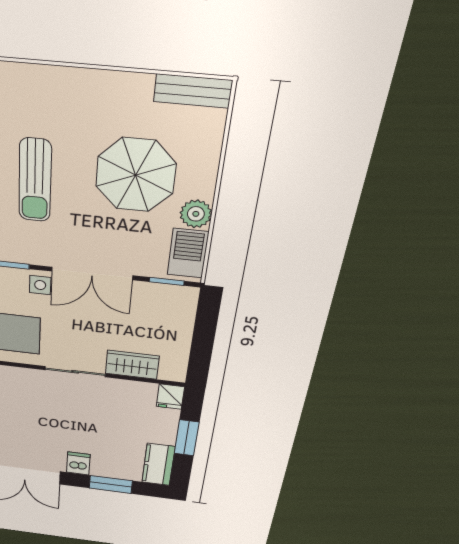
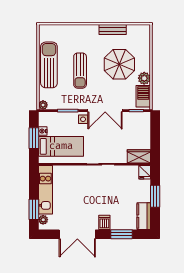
bench: (193, 91) -> (113, 30), moved
wardrobe: (132, 365) -> (139, 156), moved

